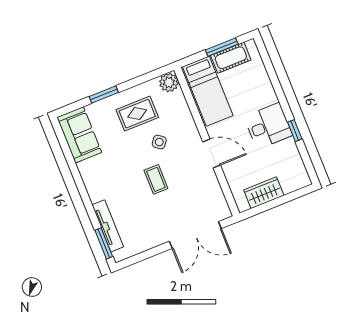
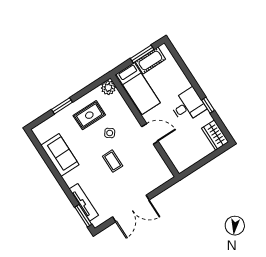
sofa: (79, 135) -> (60, 155), moved
wardrobe: (264, 193) -> (215, 135), moved, turned -90
double door: (195, 235) -> (131, 208), moved

